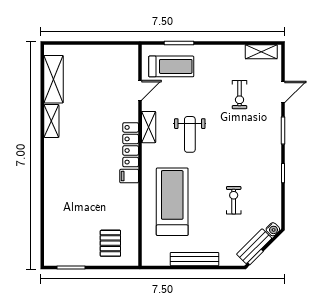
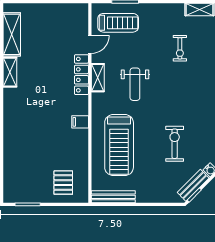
locker: (131, 145) -> (81, 75), moved
exercise bike: (234, 200) -> (175, 144), width x1.38, depth x1.39
treadmill: (172, 202) -> (119, 145), turned 180
bench: (195, 259) -> (113, 197), moved

